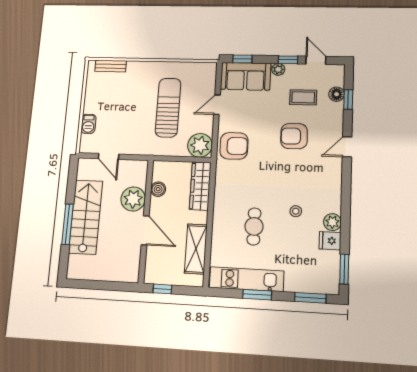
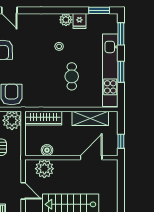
door: (109, 156) -> (23, 191), hinge flipped
plant: (133, 199) -> (44, 169), moved
cafe table: (254, 226) -> (72, 76), turned 90
door: (145, 230) -> (91, 158), moved
kitchen unit: (247, 279) -> (110, 70), width x1.36

